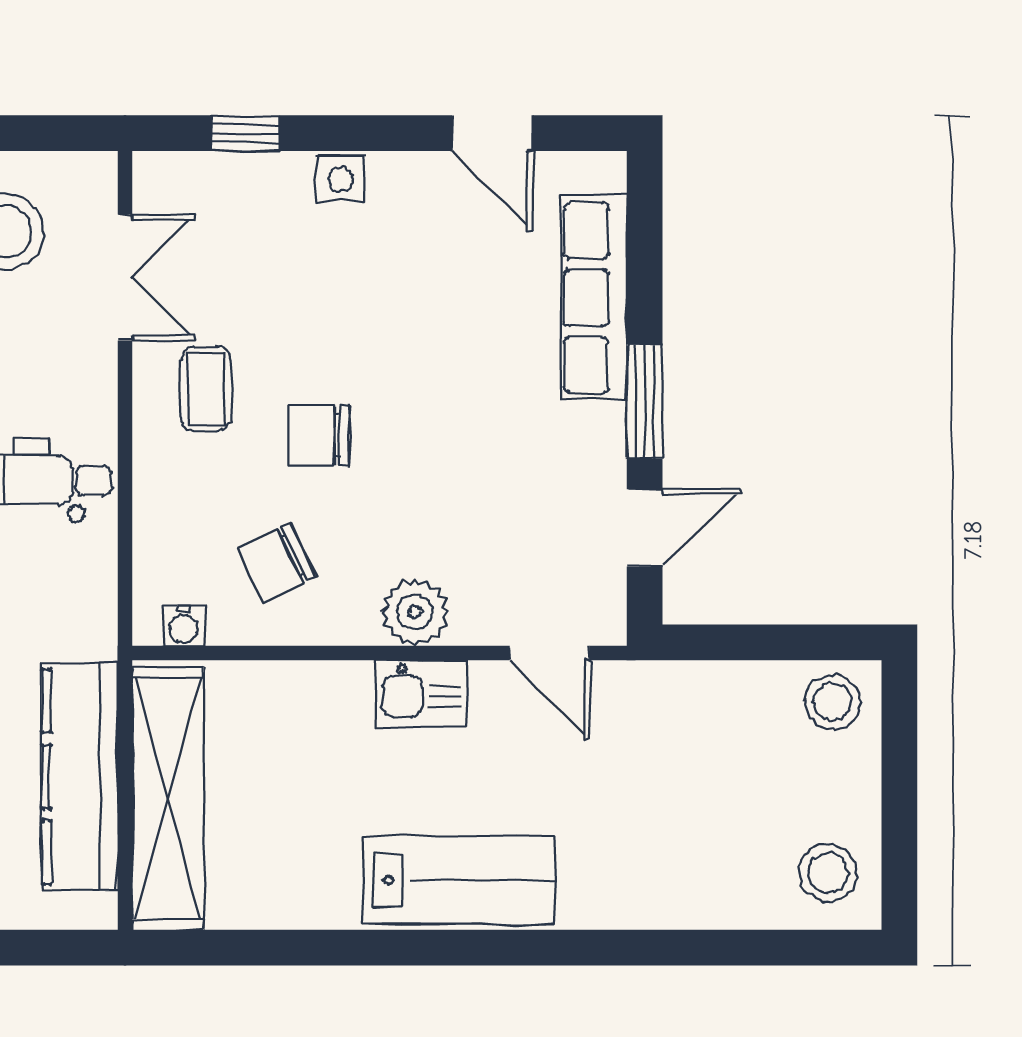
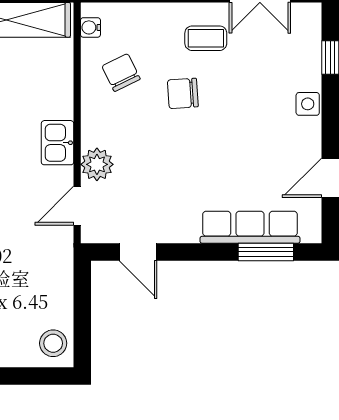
window: (645, 402) -> (266, 252), moved
chair: (319, 436) -> (183, 93), turned -94
plant: (415, 612) -> (97, 164), moved

